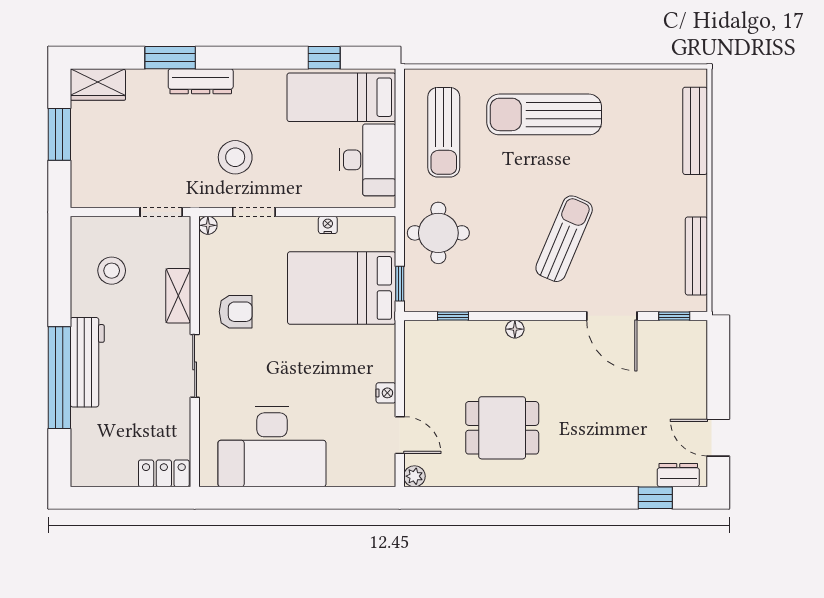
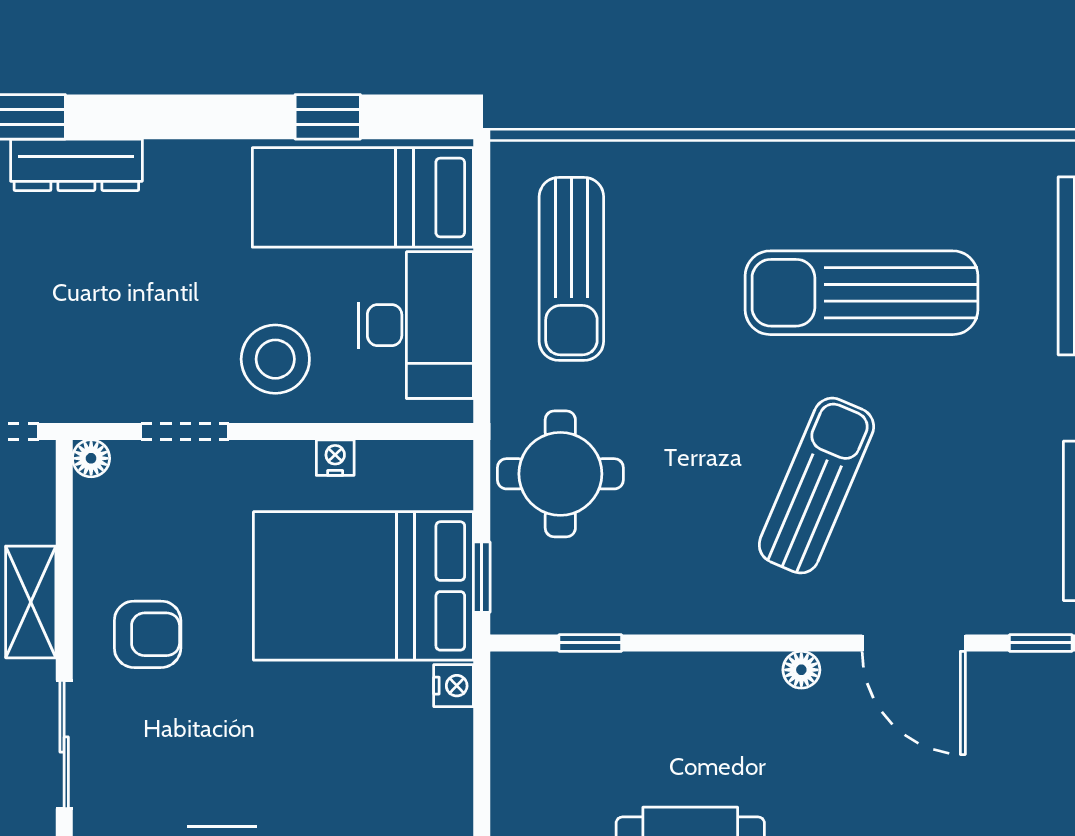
sun lounger: (544, 114) -> (861, 293), moved
stool: (235, 157) -> (275, 359), moved
floor lamp: (515, 329) -> (801, 670), moved
nightstand: (386, 393) -> (454, 686), moved

